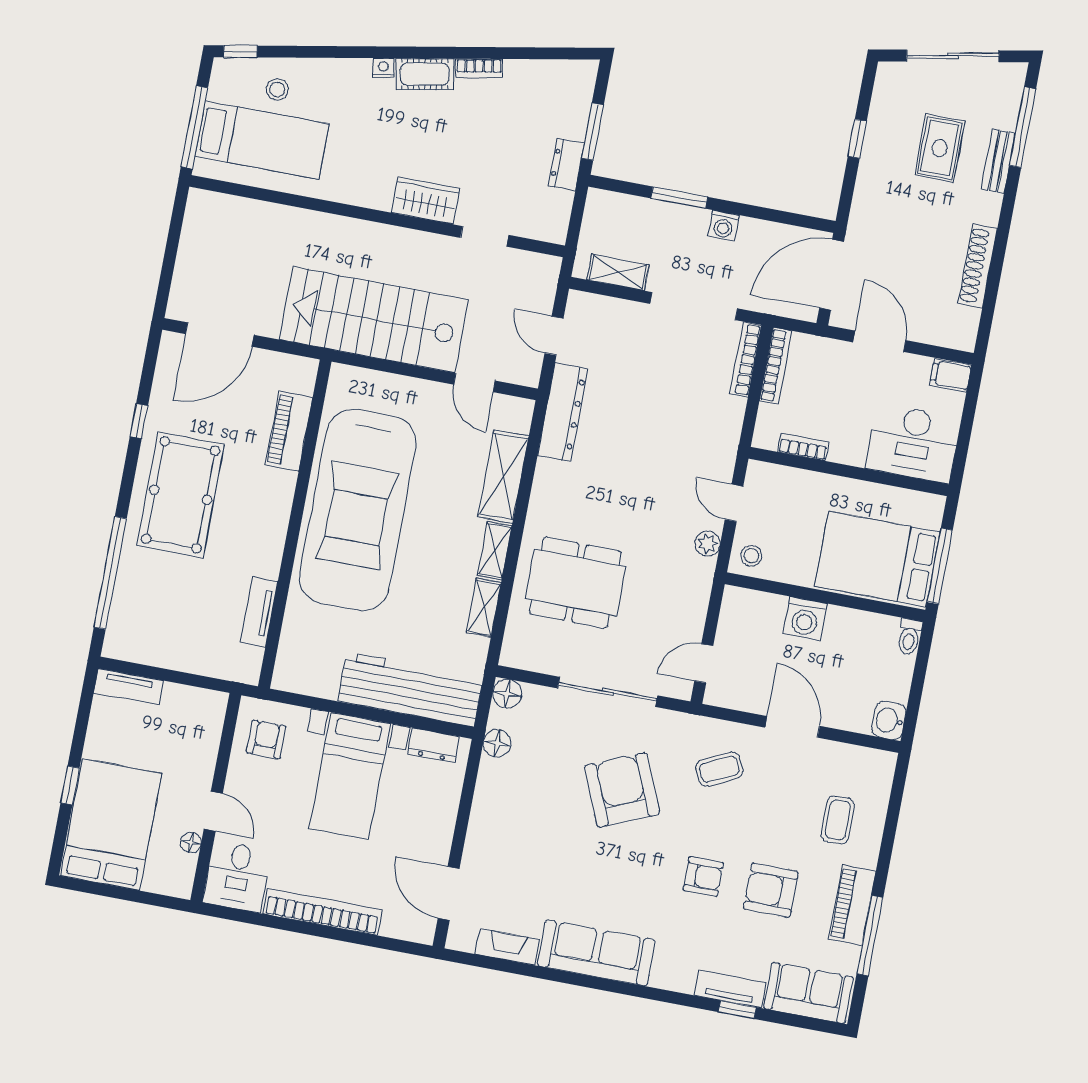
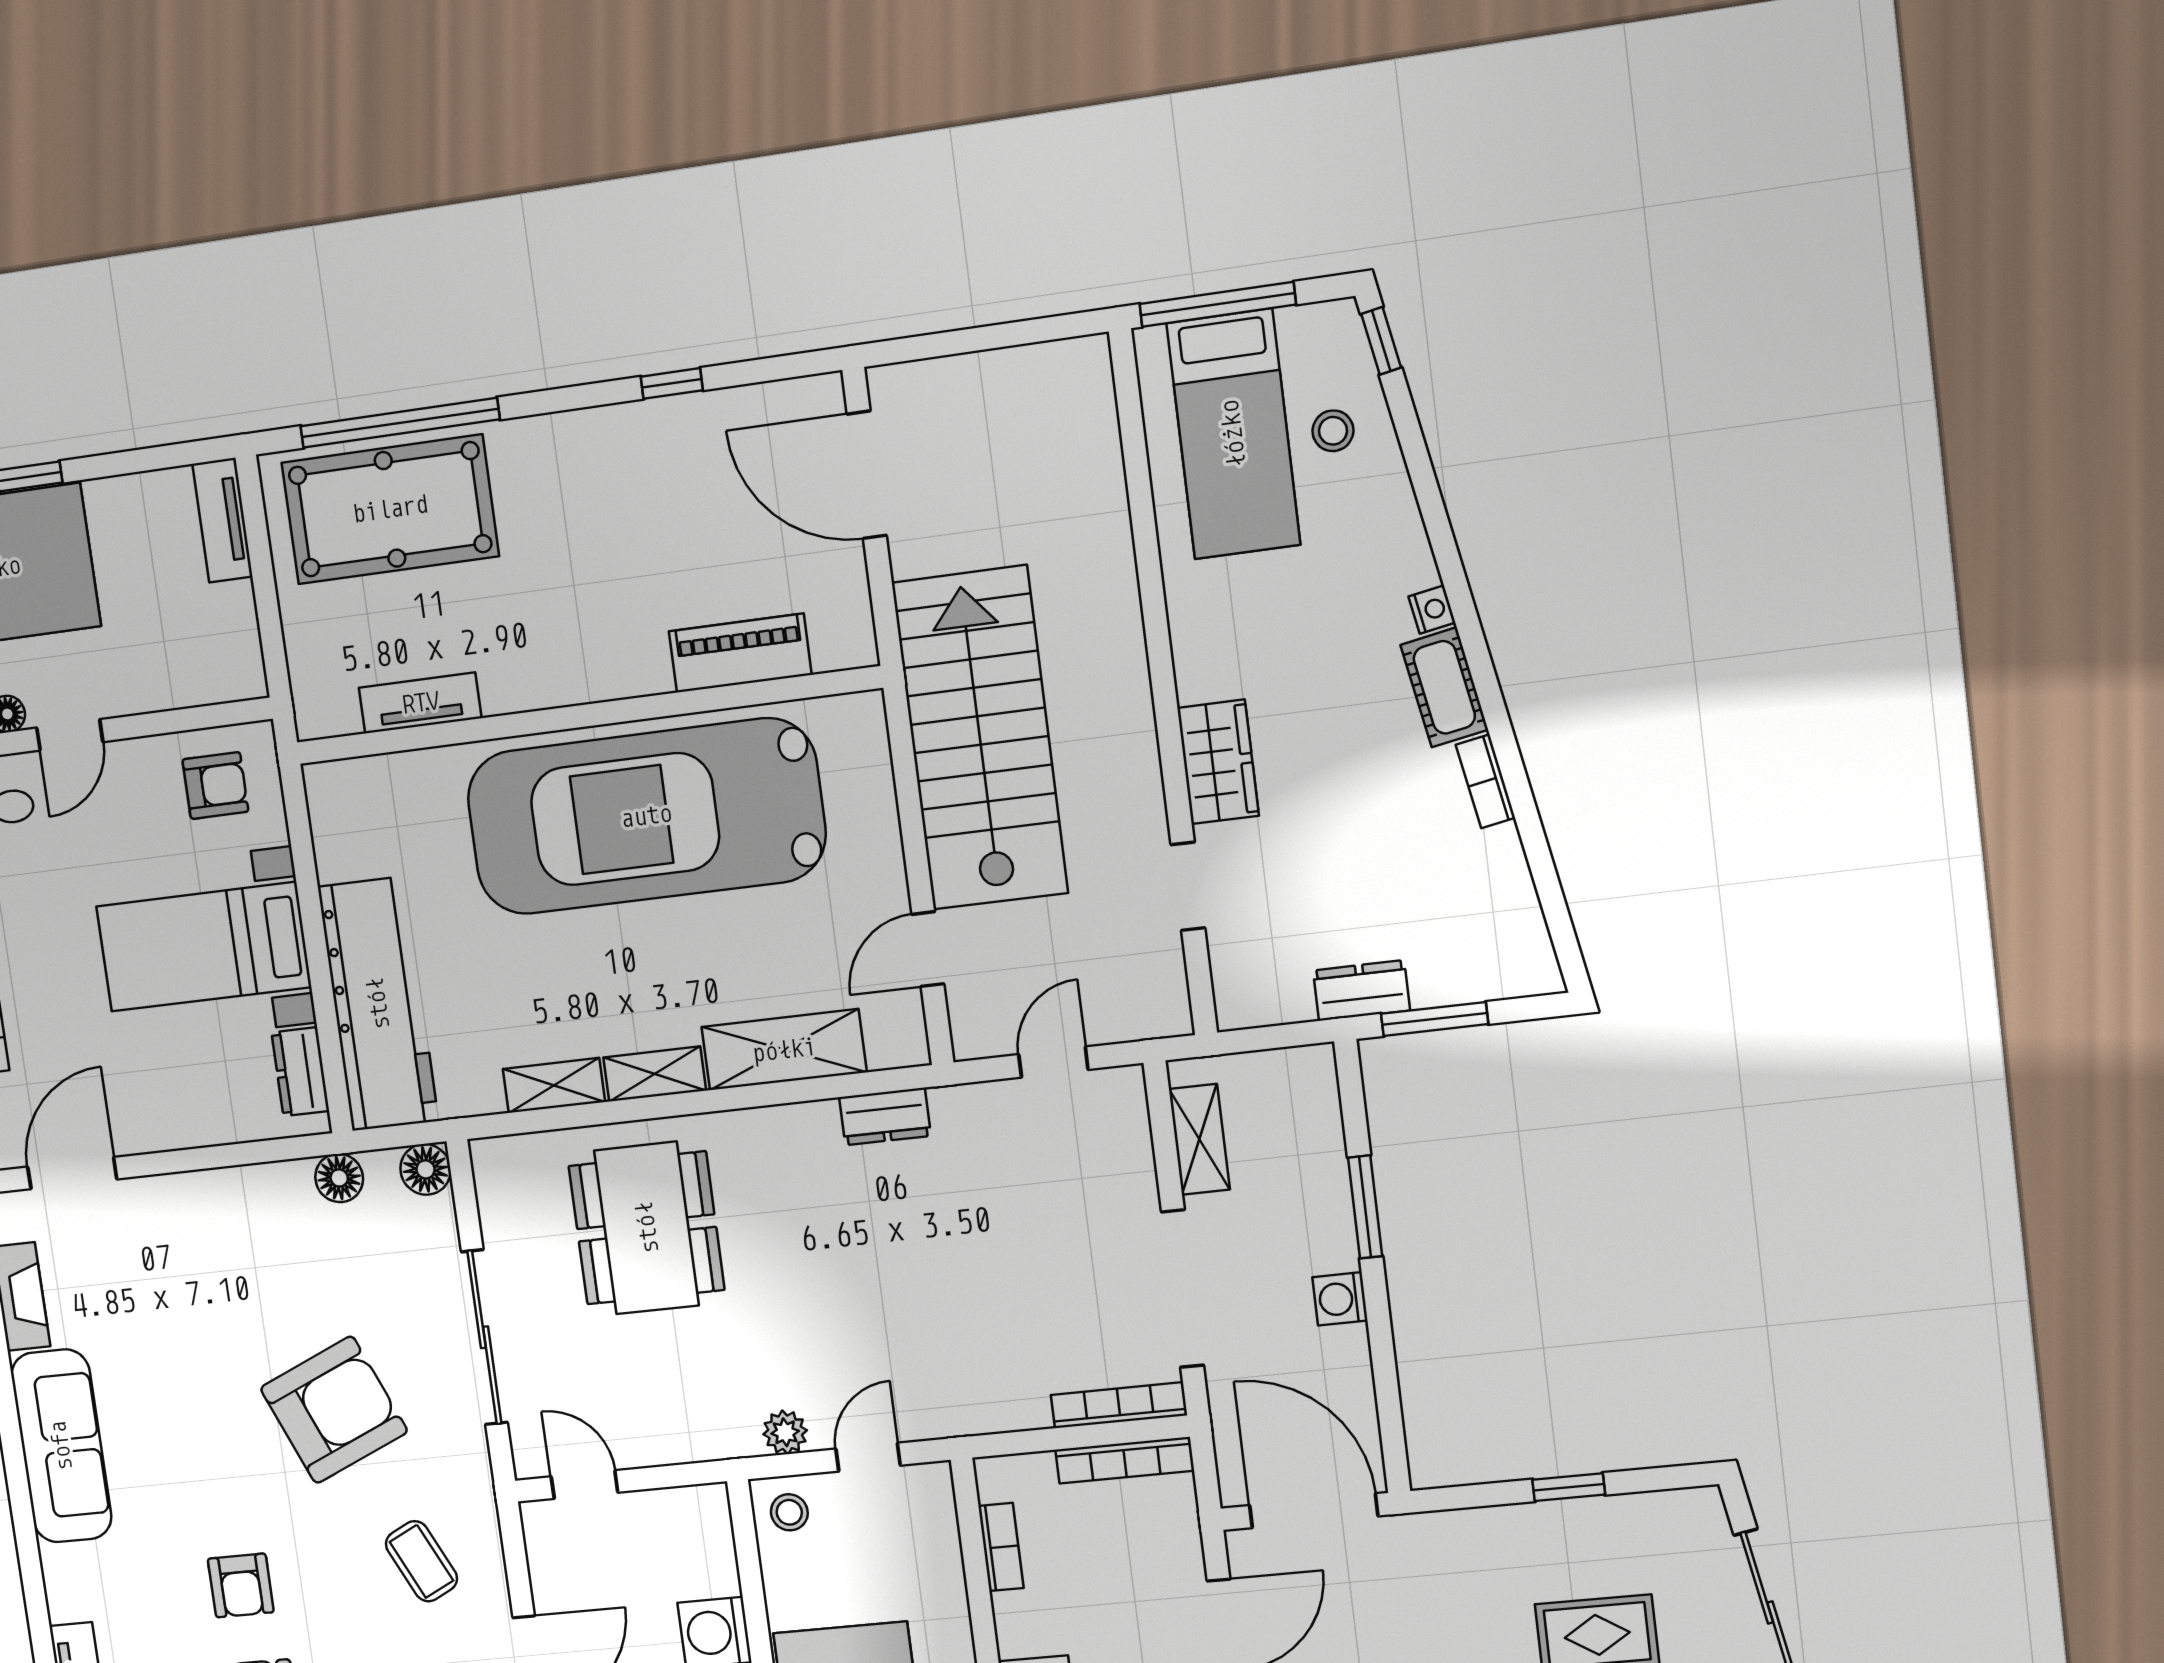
dresser: (563, 412) -> (885, 1117), width x0.51, depth x0.80
pool table: (181, 495) -> (390, 509), moved

